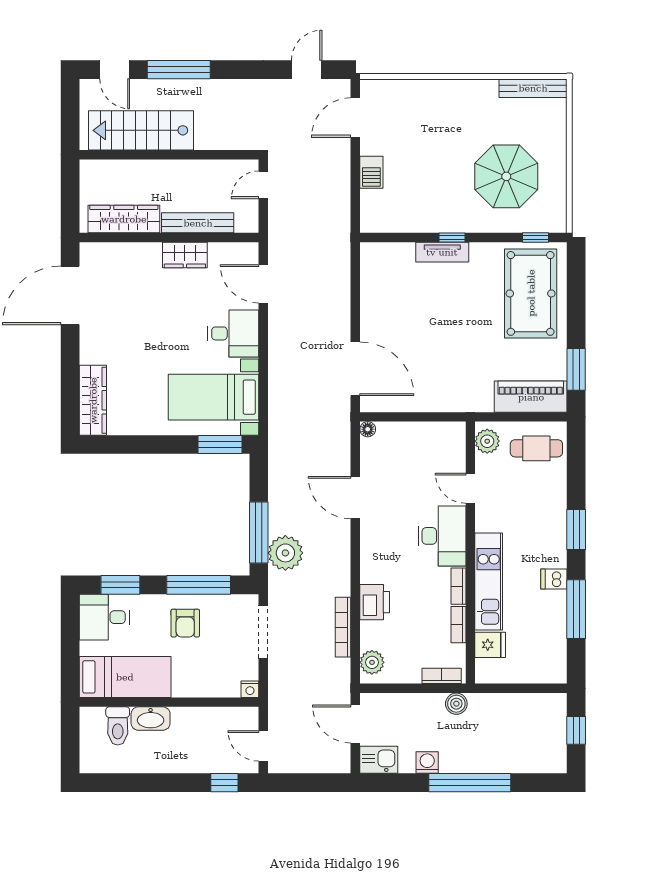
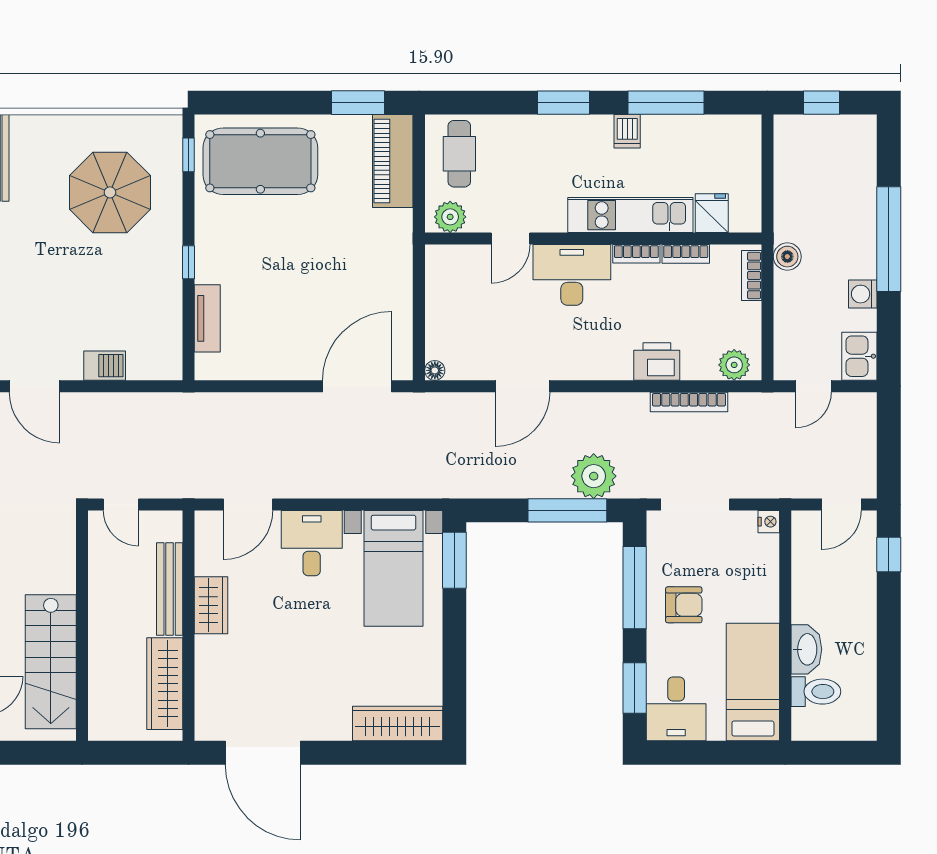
tv unit: (442, 252) -> (207, 318), moved
door: (355, 724) -> (813, 386), width x0.73

